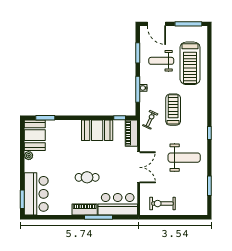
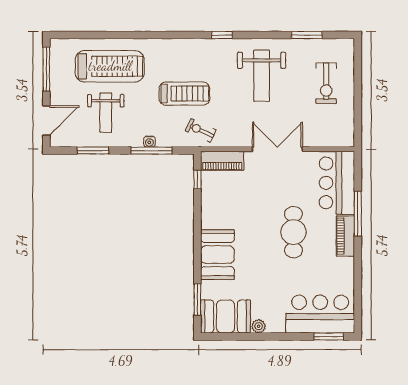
treadmill: (173, 110) -> (184, 94), turned 180
booth: (97, 130) -> (217, 255), moved
weight bench: (184, 158) -> (262, 76), turned 180
cafe table: (87, 177) -> (293, 232), width x1.37, depth x1.35
exercise bike: (162, 204) -> (326, 83), moved

